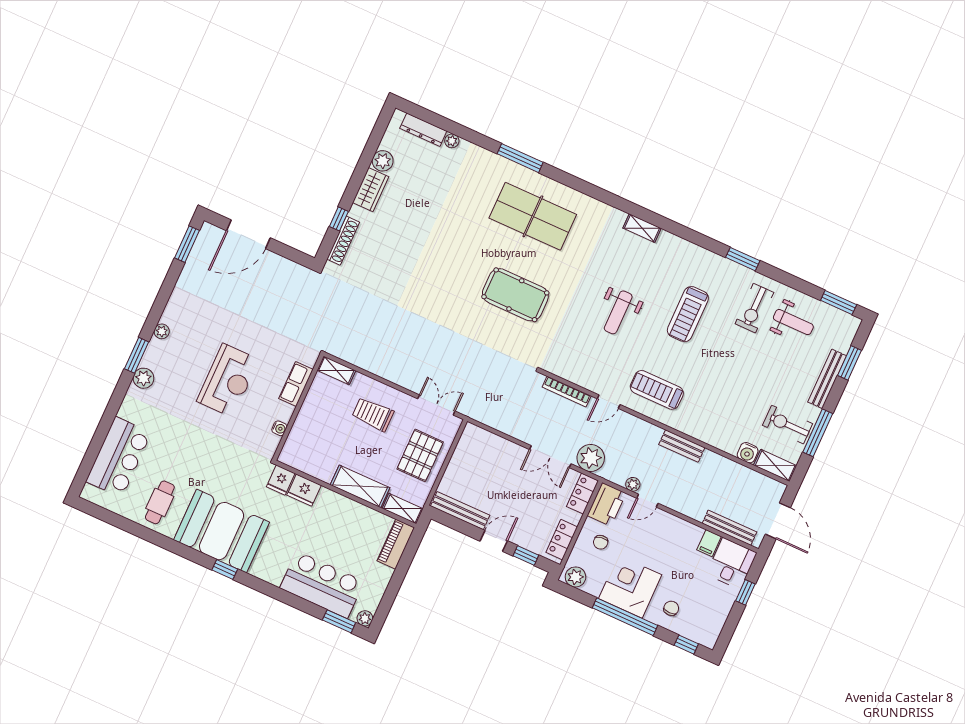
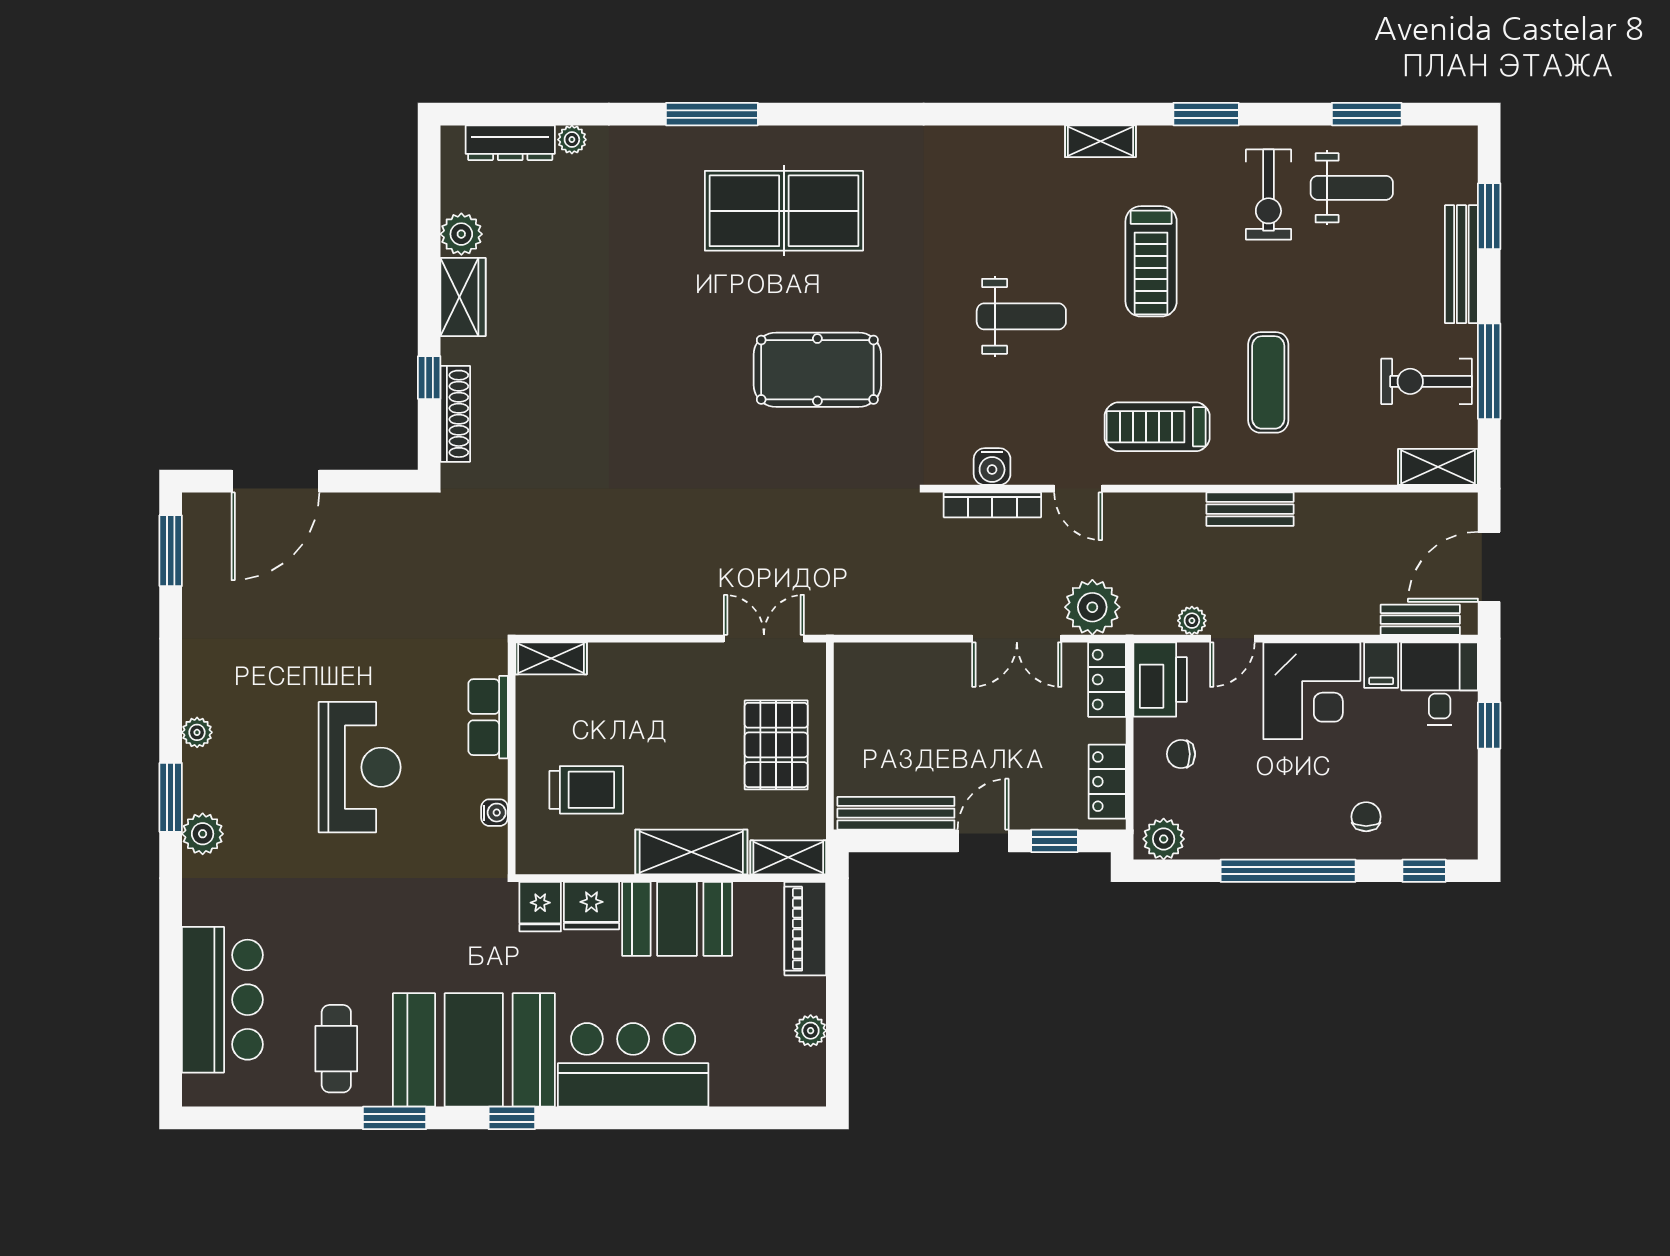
shelving: (642, 228) -> (1100, 141), moved
window: (839, 303) -> (1367, 114), moved
weight bench: (618, 312) -> (1021, 316), turned -90
exercise mat: (716, 393) -> (1268, 382), added
door: (609, 402) -> (1078, 489), hinge flipped
trolley: (373, 414) -> (586, 790), moved, turned 180
water cooler: (748, 453) -> (992, 467), moved
booth: (340, 514) -> (677, 919), added
door: (778, 521) -> (1489, 567), swing flipped
bench: (729, 528) -> (1420, 620), width x0.73
chair: (601, 542) -> (1181, 754), turned 99
bar counter: (322, 585) -> (633, 1065), moved
corner desk: (630, 587) -> (1312, 691), moved, turned 180
plant: (365, 618) -> (811, 1031), moved
window: (339, 621) -> (395, 1118), moved

